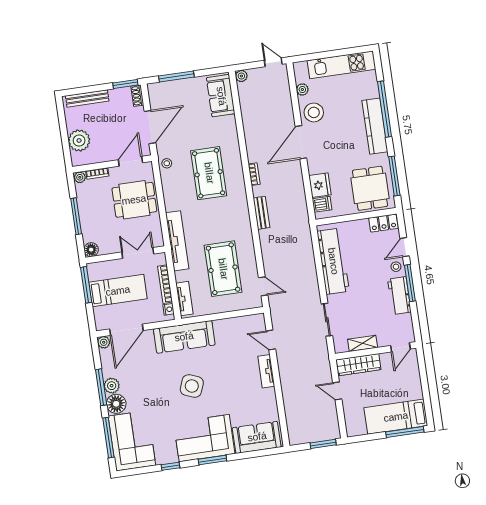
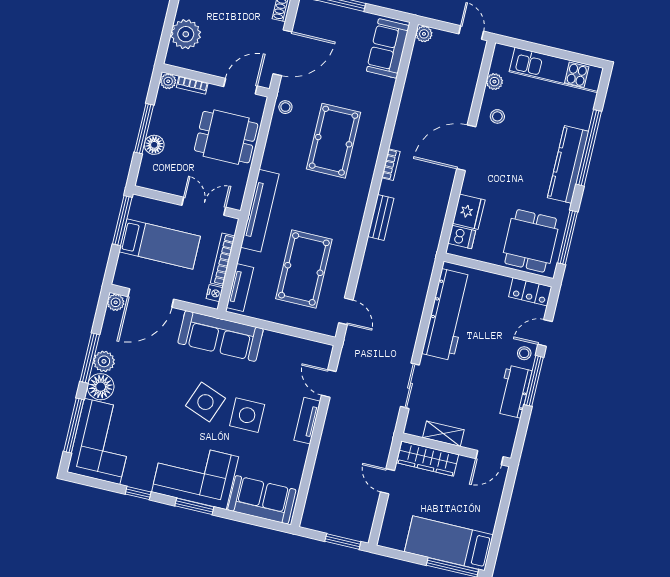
stool: (314, 112) -> (497, 116), width x0.53, depth x0.53
floor lamp: (91, 250) -> (154, 145), moved
side table: (224, 384) -> (247, 415), added

